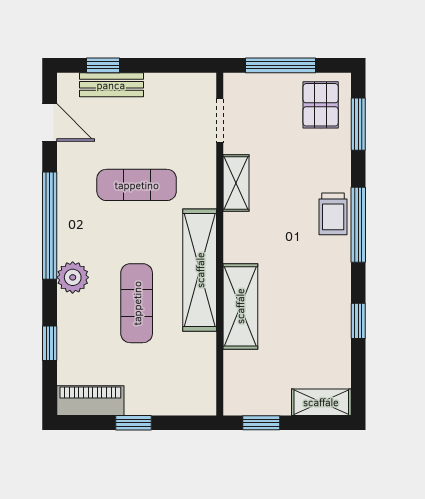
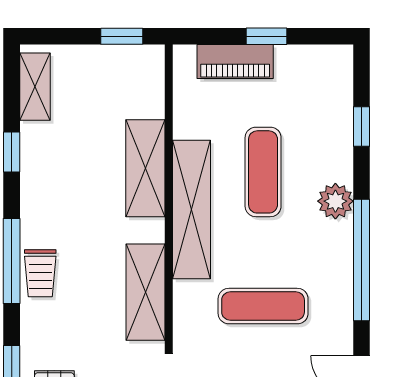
shelving: (236, 183) -> (145, 292), width x1.50, depth x1.33
trolley: (333, 214) -> (40, 273), turned 180
piano: (90, 401) -> (235, 62), moved
shelving: (321, 402) -> (35, 87), moved, turned 90

